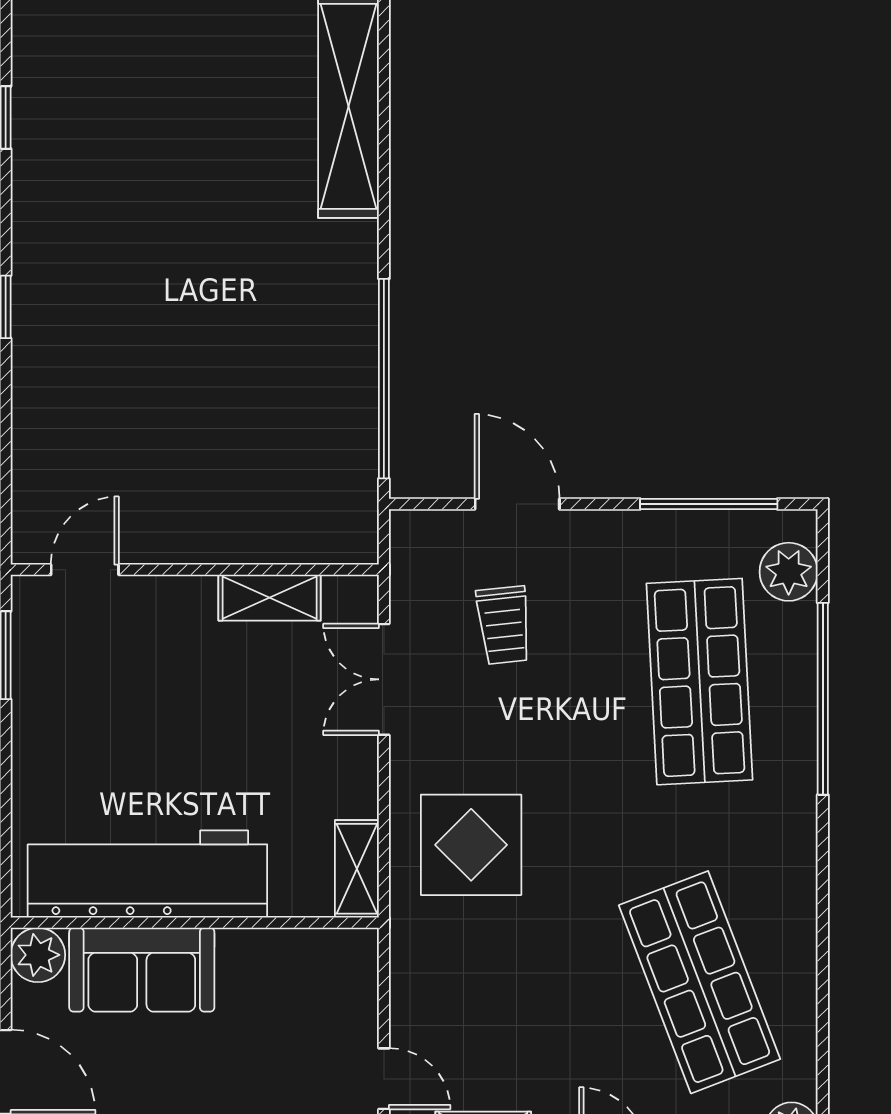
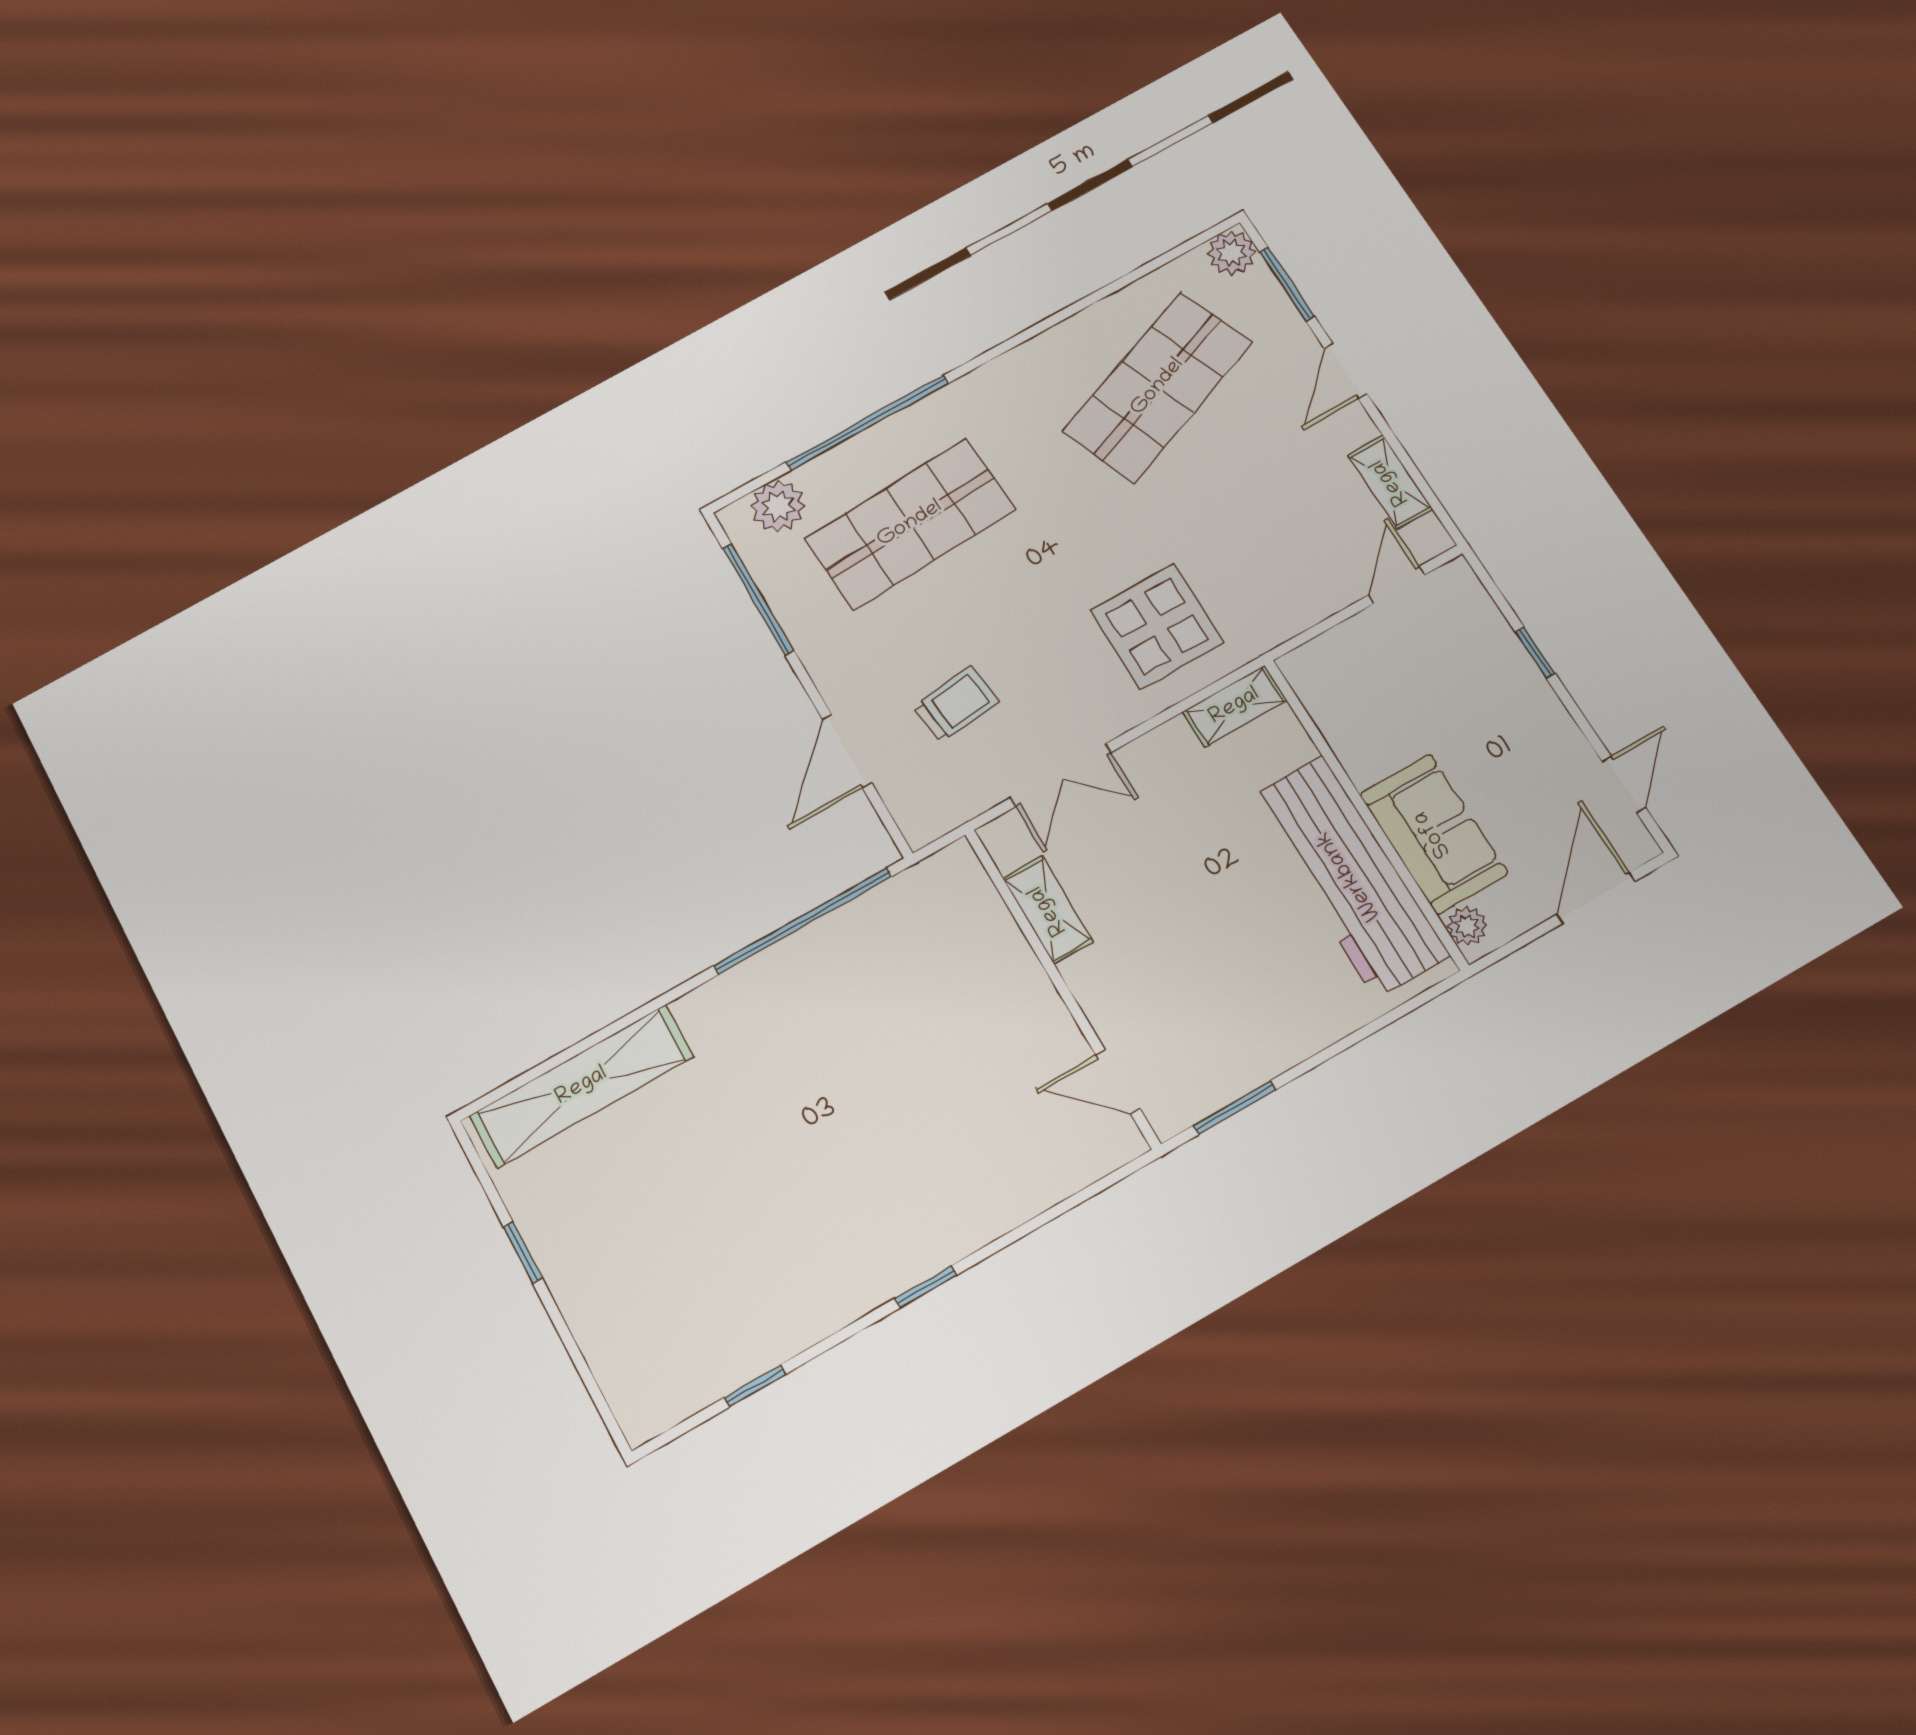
plant: (38, 955) -> (1467, 926), width x0.73, depth x0.73

